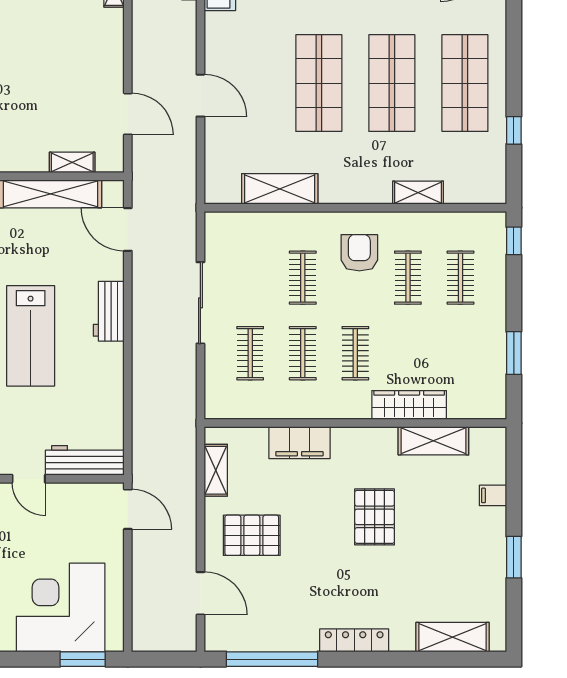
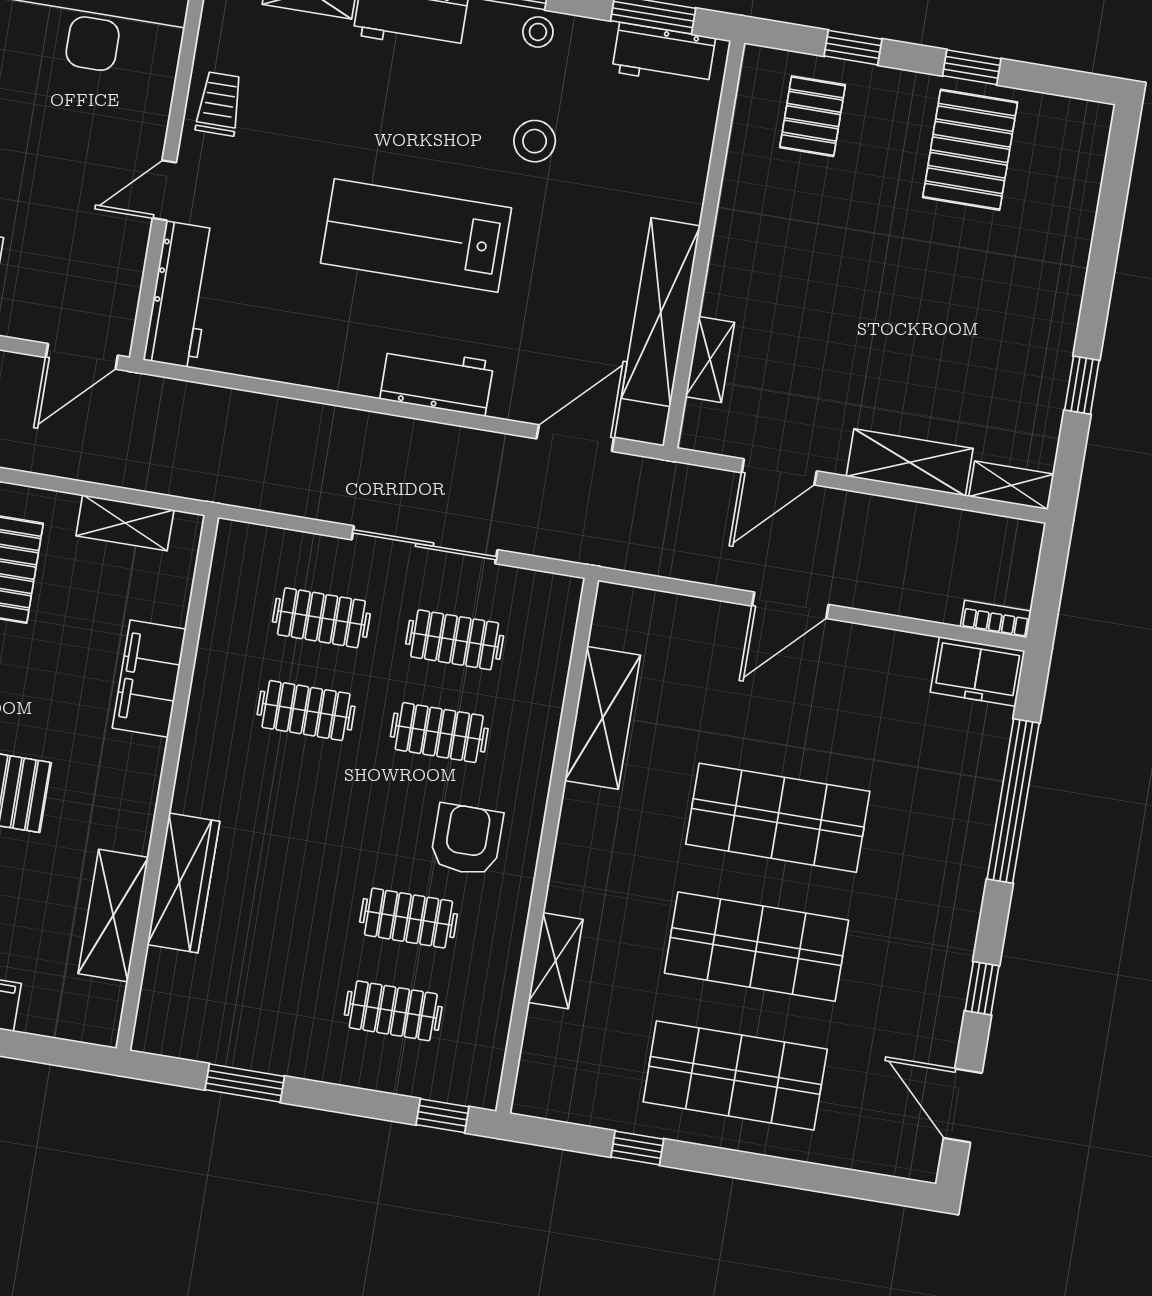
shelving: (111, 43) -> (910, 462), added
armchair: (359, 253) -> (467, 840), turned -90
clothes rail: (355, 353) -> (455, 640), moved

